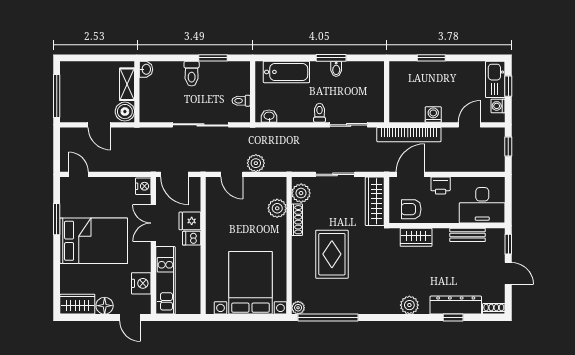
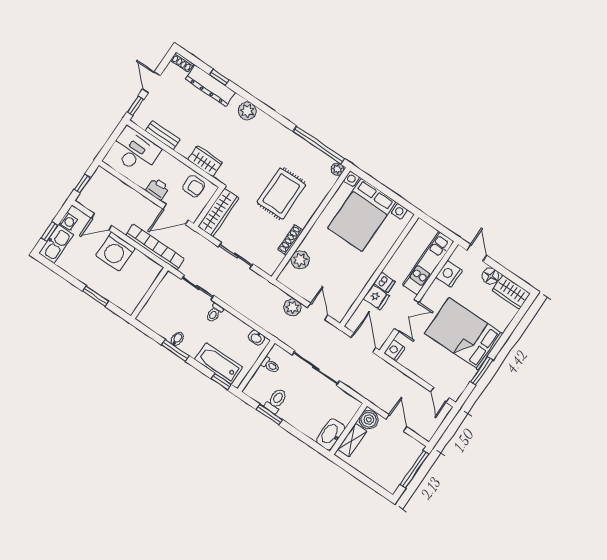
window: (273, 58) -> (221, 382), added
washbasin: (146, 69) -> (331, 434), width x1.91, depth x1.45
toilet: (192, 74) -> (276, 401), moved
washing machine: (433, 114) -> (115, 252), width x1.89, depth x1.89
plant: (301, 193) -> (273, 259), removed

